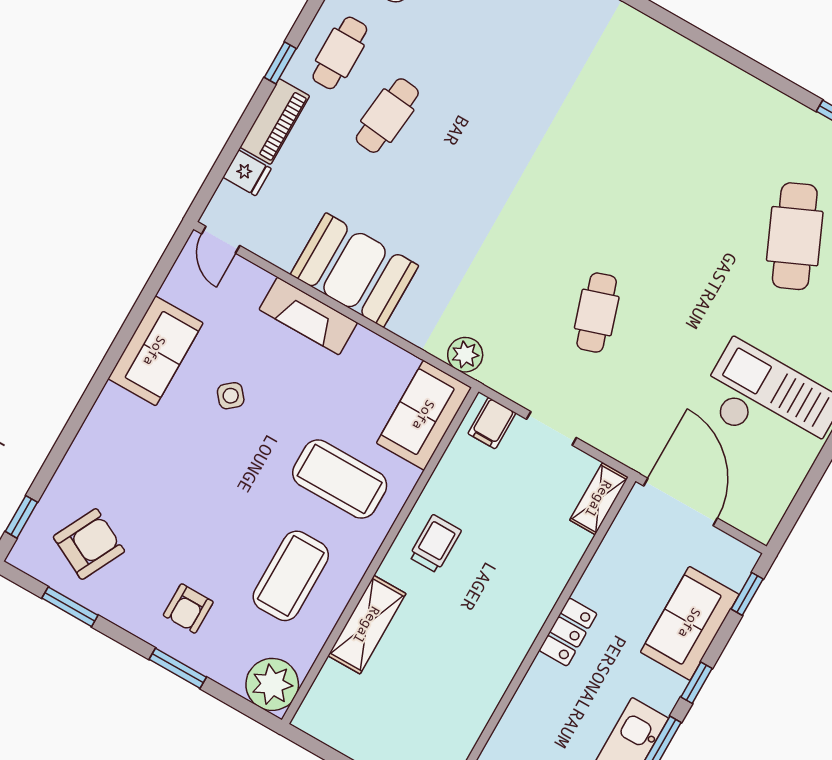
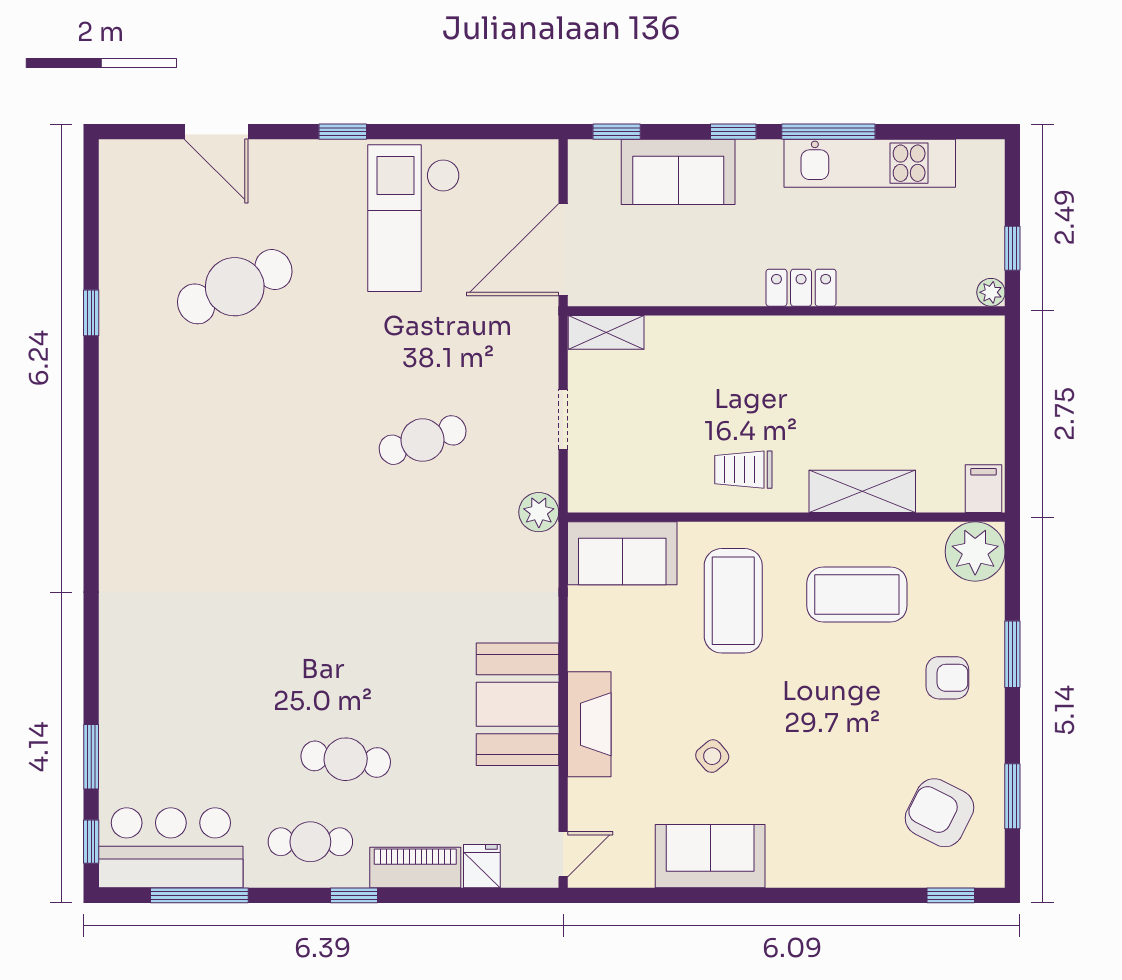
plant: (465, 355) -> (539, 512), moved
filing cabinet: (492, 423) -> (983, 489), moved, turned -90
locker: (568, 632) -> (801, 288), moved

